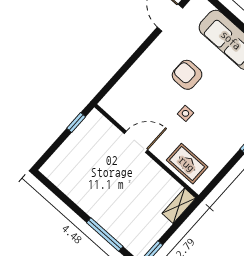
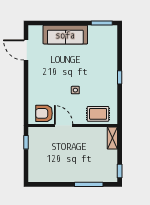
armchair: (187, 75) -> (44, 113), moved
door: (136, 142) -> (64, 126), hinge flipped

